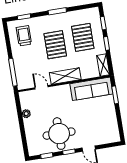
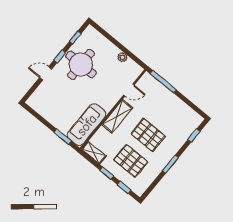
trolley: (24, 36) -> (180, 120), removed

